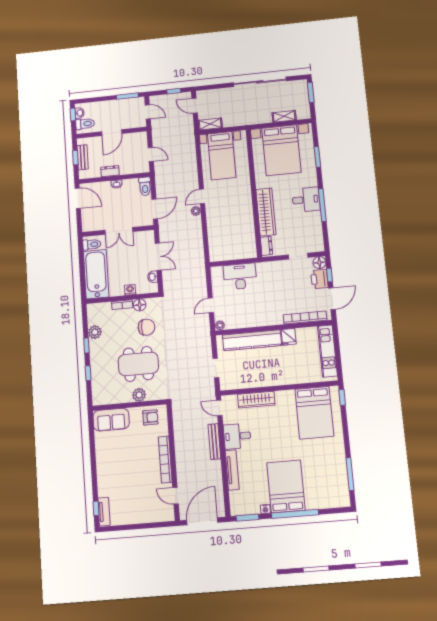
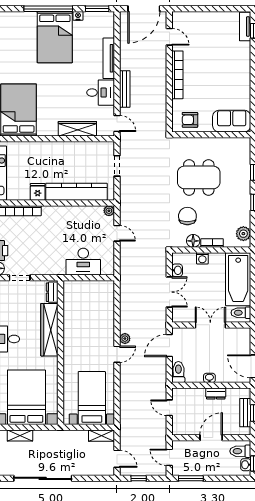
double door: (158, 257) -> (169, 292), swing flipped
door: (211, 305) -> (117, 233), hinge flipped
chair: (146, 327) -> (187, 216), turned 90
plant: (95, 332) -> (243, 234), moved
plant: (139, 395) -> (200, 145), removed

